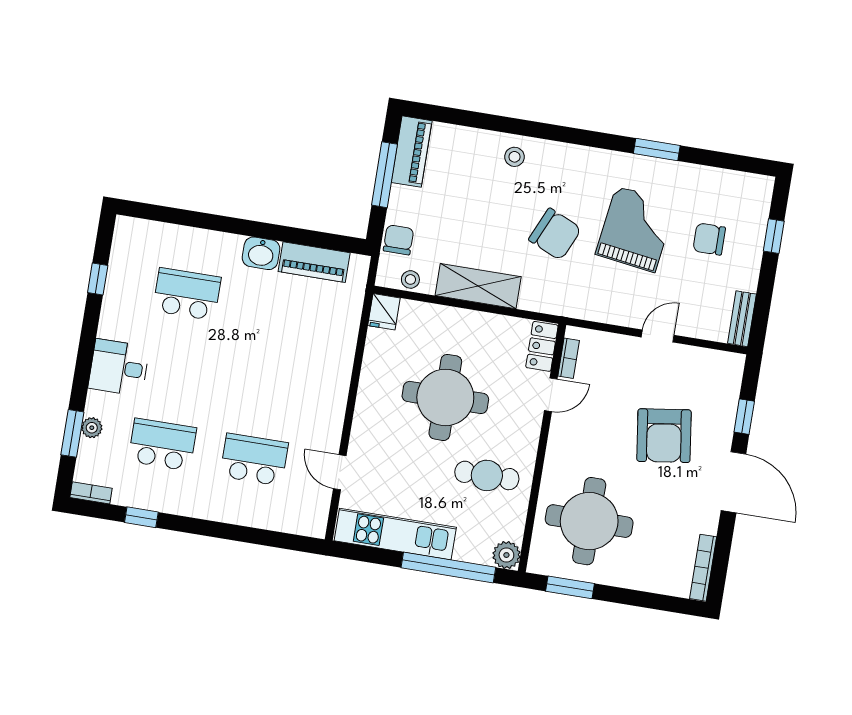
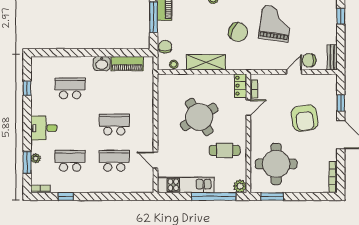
chair: (709, 239) -> (309, 60), moved
fridge: (384, 312) -> (164, 82), removed
school desk: (266, 384) -> (114, 125), added
round table: (445, 397) -> (199, 117), turned -32

